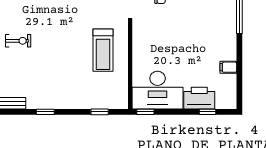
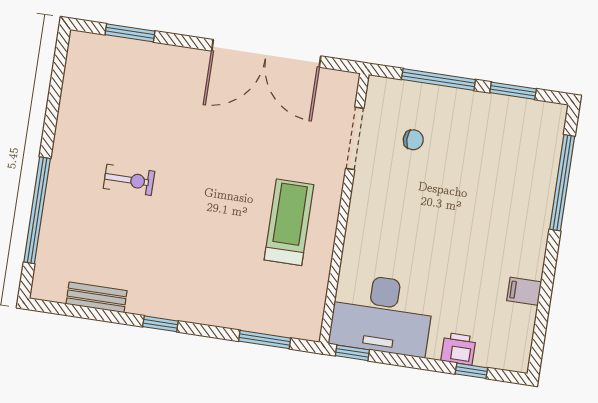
treadmill: (103, 50) -> (289, 222), turned 180
printer: (199, 98) -> (458, 349), width x0.53, depth x0.68
window: (100, 112) -> (265, 340), width x1.50

